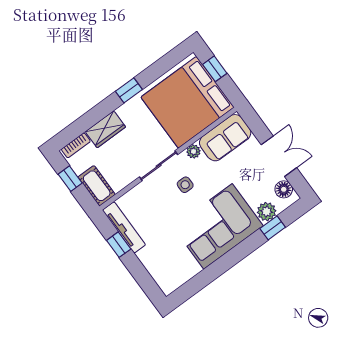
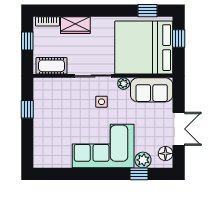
window: (129, 90) -> (147, 11), moved
cot: (97, 186) -> (52, 66), moved, turned 90
tv unit: (124, 227) -> (39, 100), removed

